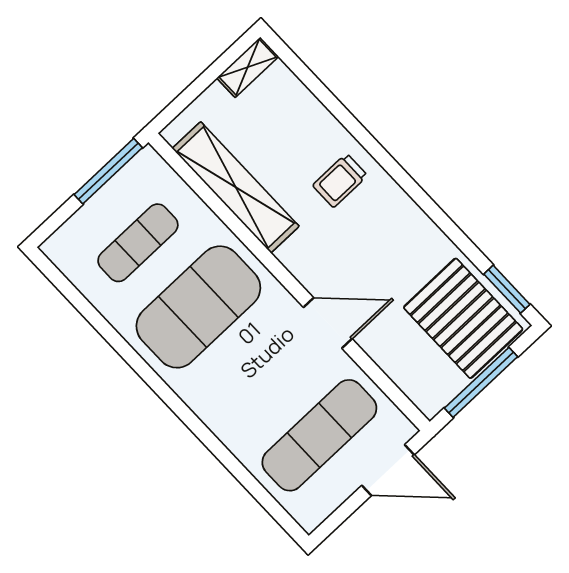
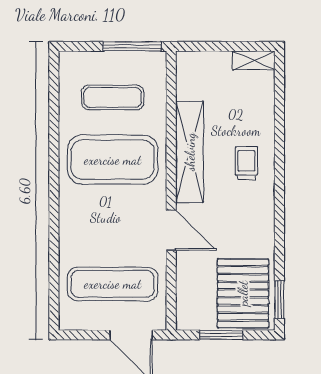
trolley: (340, 181) -> (246, 163), turned 90
shelving: (236, 187) -> (190, 152), moved
window: (481, 382) -> (221, 335), width x0.69

